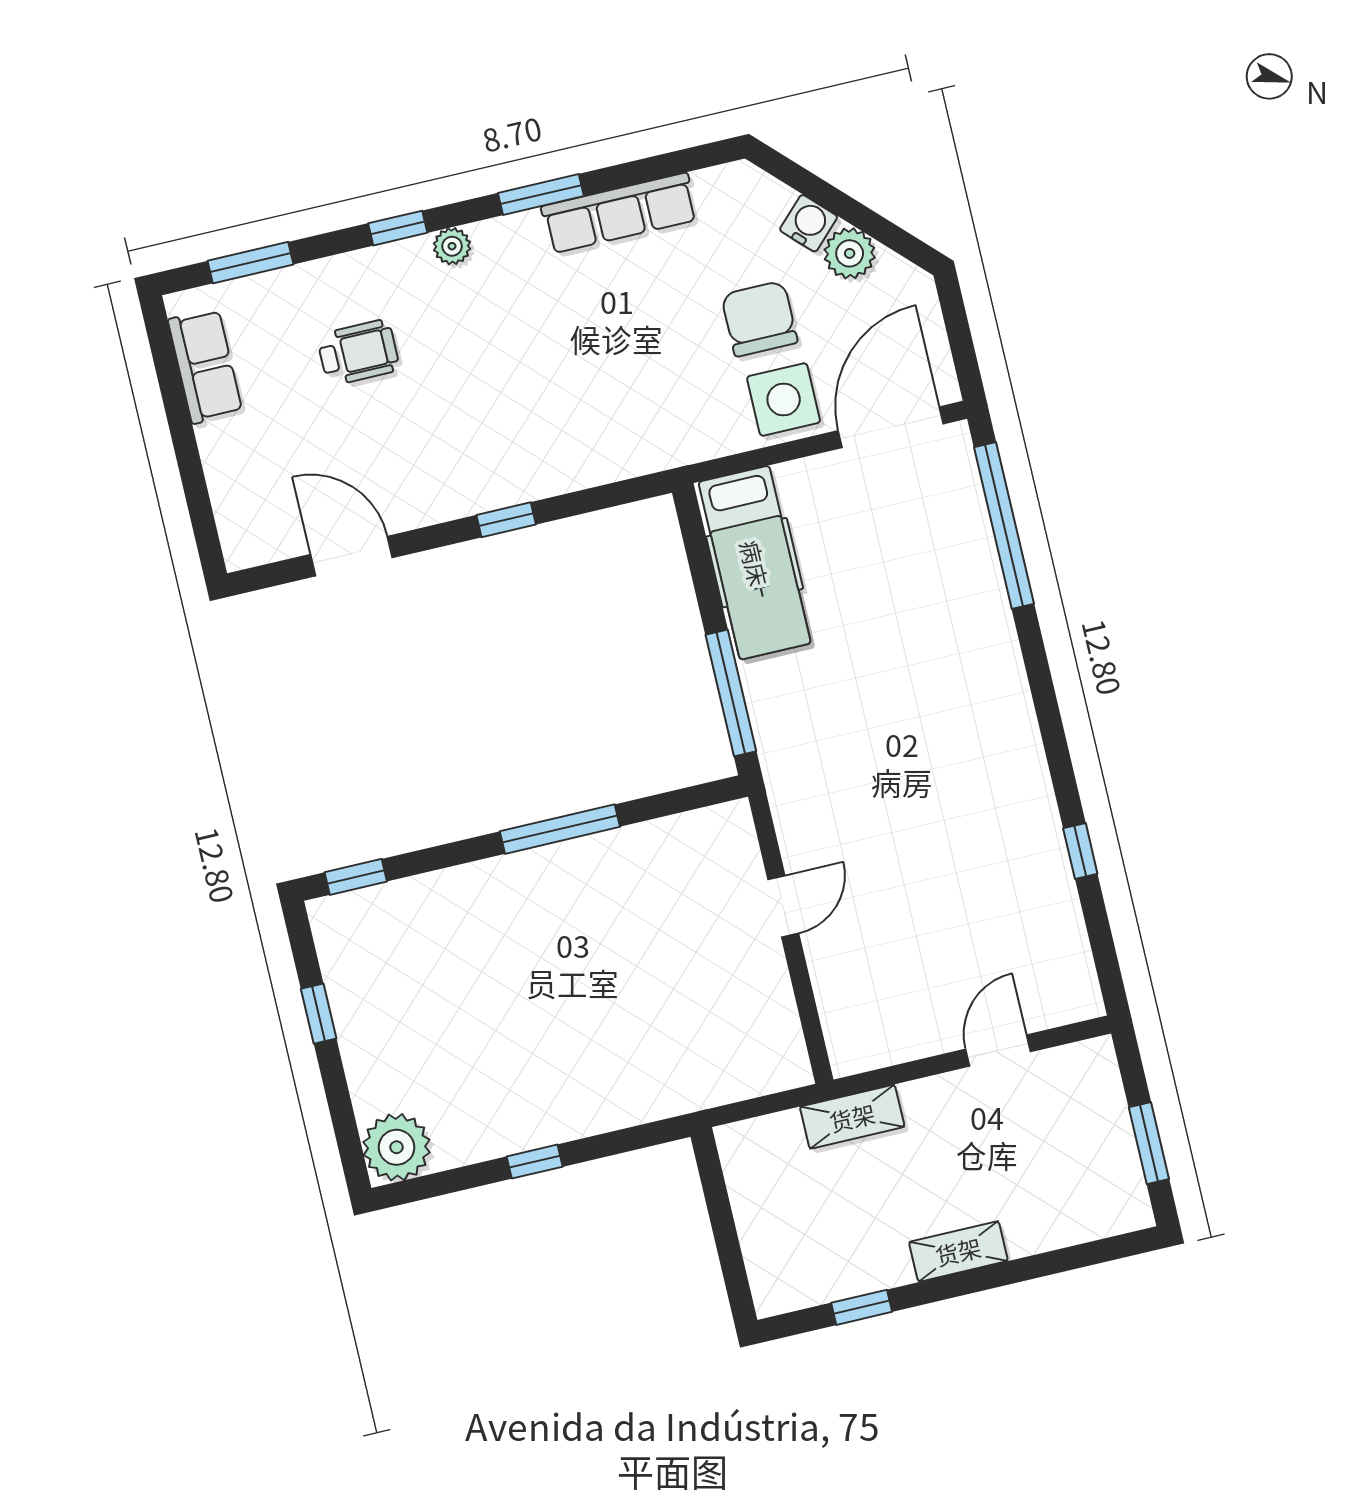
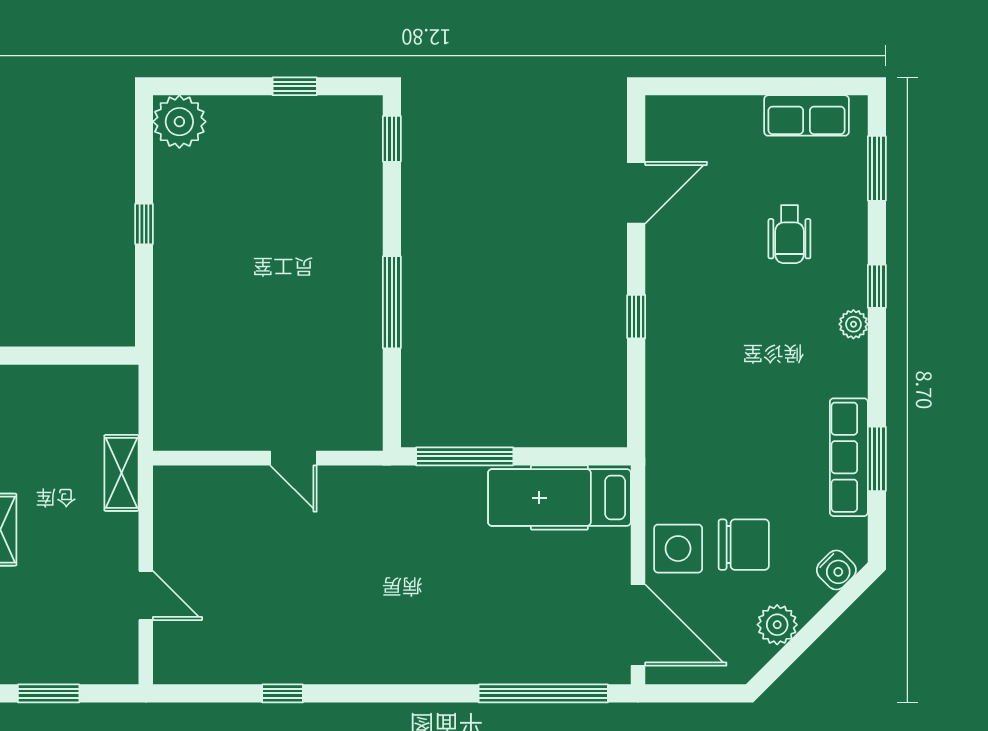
window: (541, 195) -> (877, 459), moved
water cooler: (809, 223) -> (836, 570), moved

